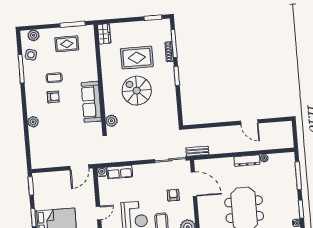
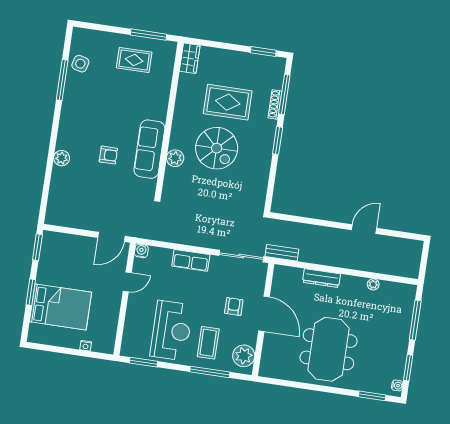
plant: (33, 35) -> (90, 37), removed
coffee table: (54, 78) -> (105, 103), removed
spiral stairs: (137, 91) -> (217, 148), turned 180
armchair: (53, 97) -> (108, 155), moved
plant: (111, 121) -> (175, 158), moved
door: (249, 122) -> (364, 229), swing flipped
dresser: (247, 161) -> (321, 278), moved
row of seats: (120, 172) -> (191, 260), moved
door: (194, 184) -> (264, 314), moved
door: (99, 213) -> (127, 282), moved

